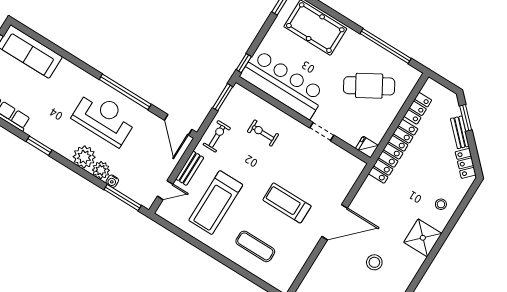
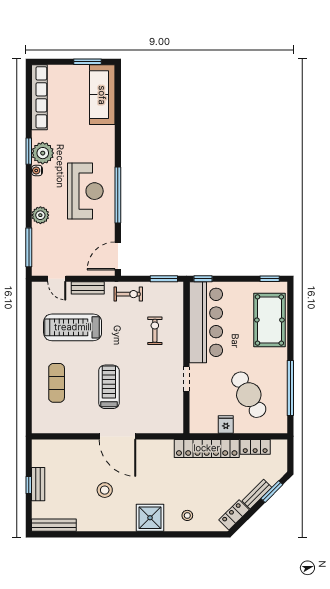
fridge: (367, 147) -> (226, 424), moved
plant: (84, 157) -> (43, 153), moved
water cooler: (112, 181) -> (37, 171), moved

